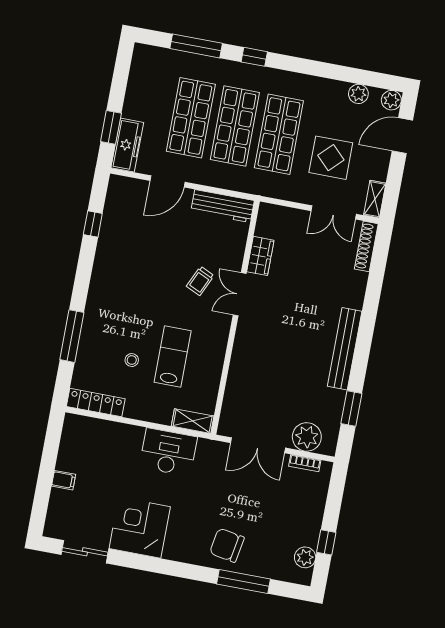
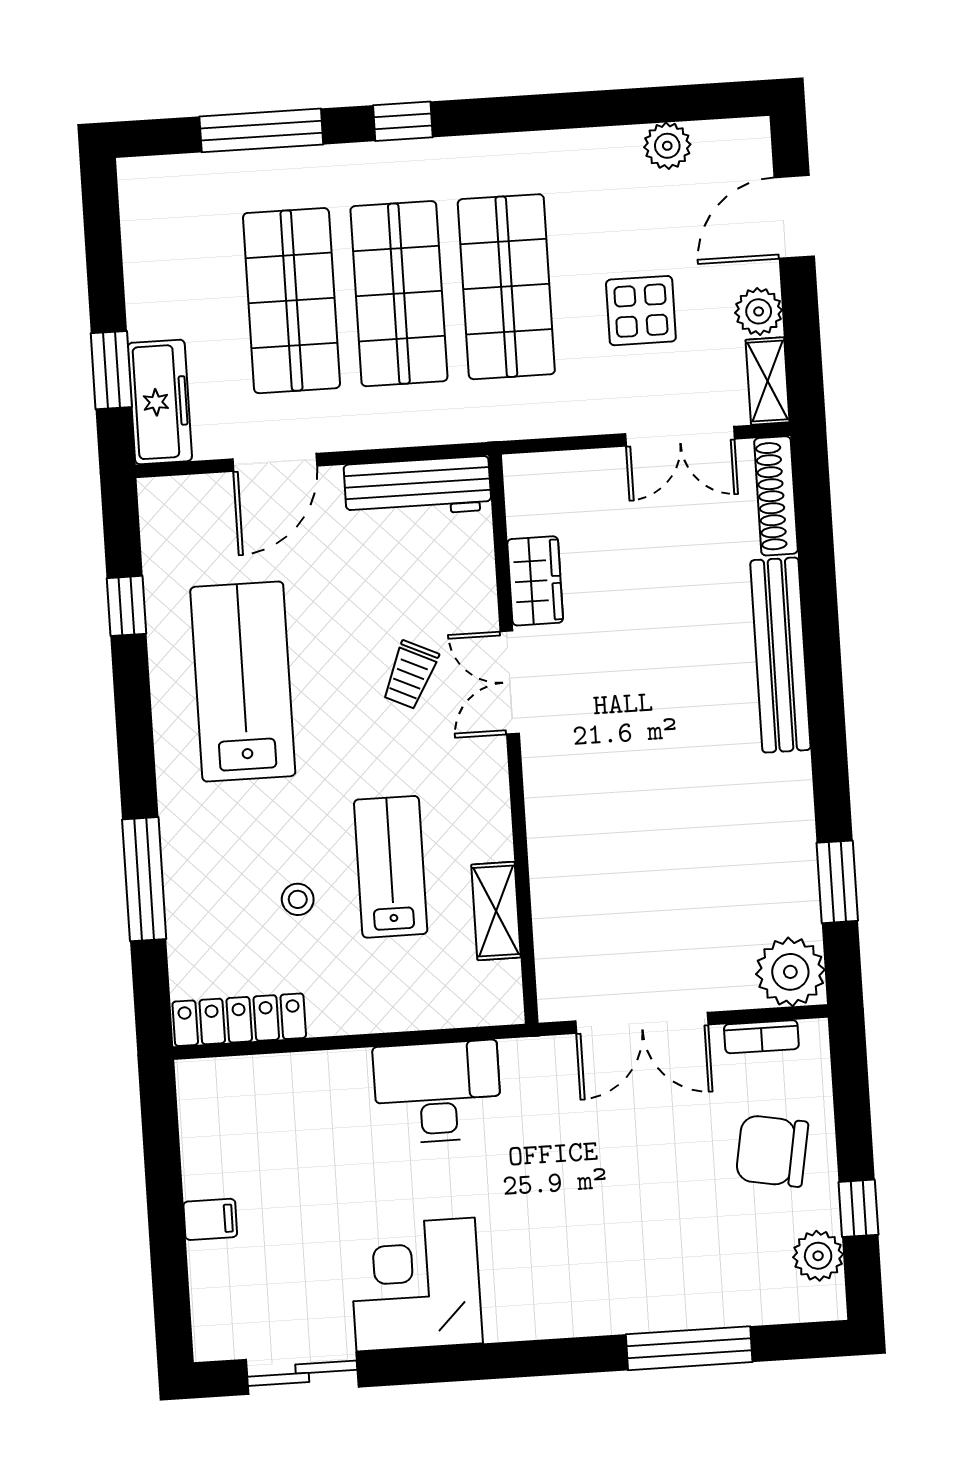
plant: (391, 100) -> (759, 311), moved
display table: (331, 158) -> (641, 311), width x0.73, depth x0.73
lab bench: (132, 266) -> (243, 682), added
bench: (345, 349) -> (780, 655), moved
shelving: (193, 421) -> (496, 911), moved, turned 90
plant: (307, 437) -> (790, 972), moved
chair: (227, 545) -> (772, 1151), moved

